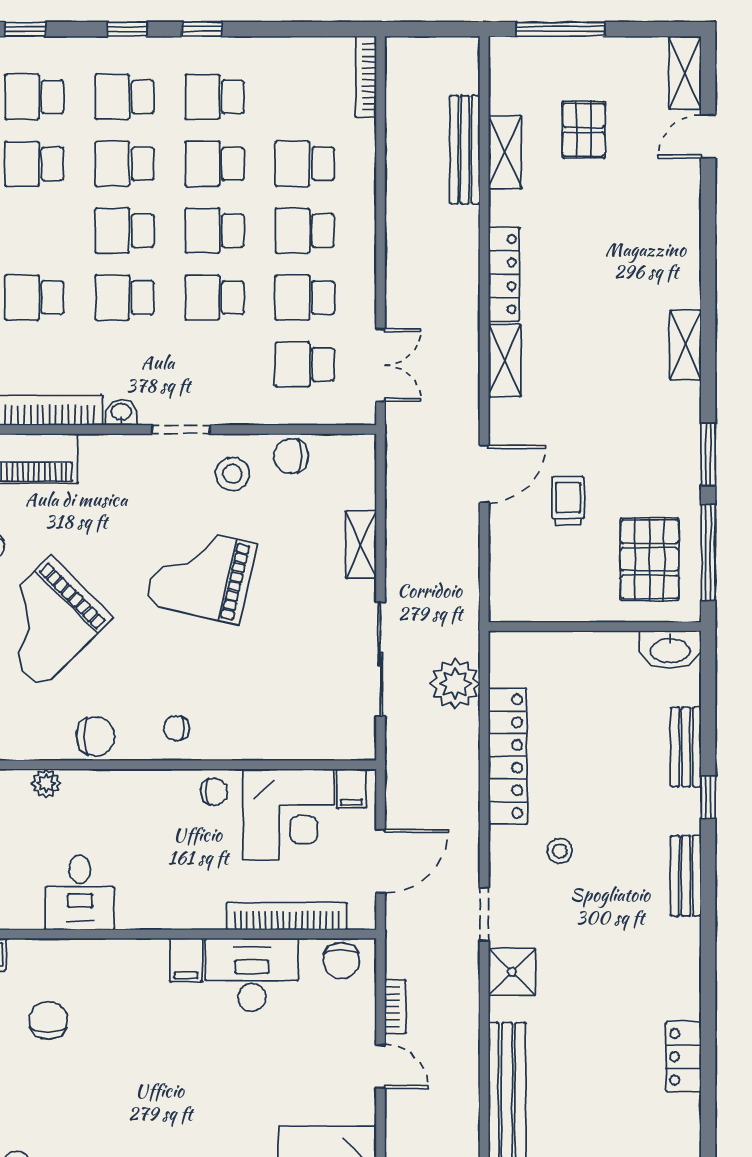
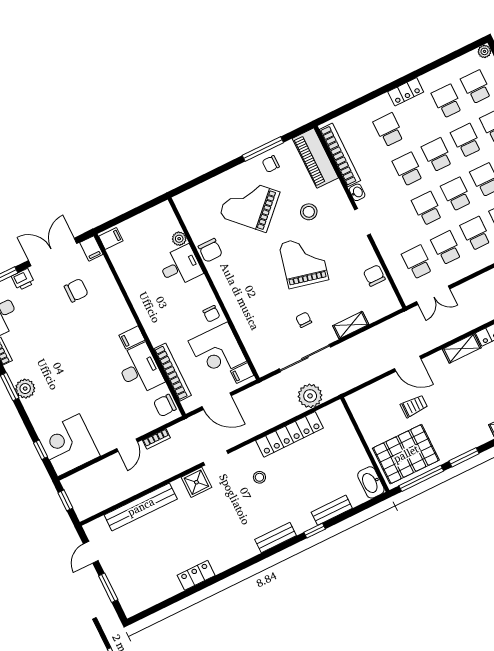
stool: (232, 474) -> (309, 212), moved
pallet: (650, 559) -> (406, 454), width x1.37, depth x1.41
chair: (176, 728) -> (304, 320), moved
desk: (80, 893) -> (180, 266), moved, turned 180

